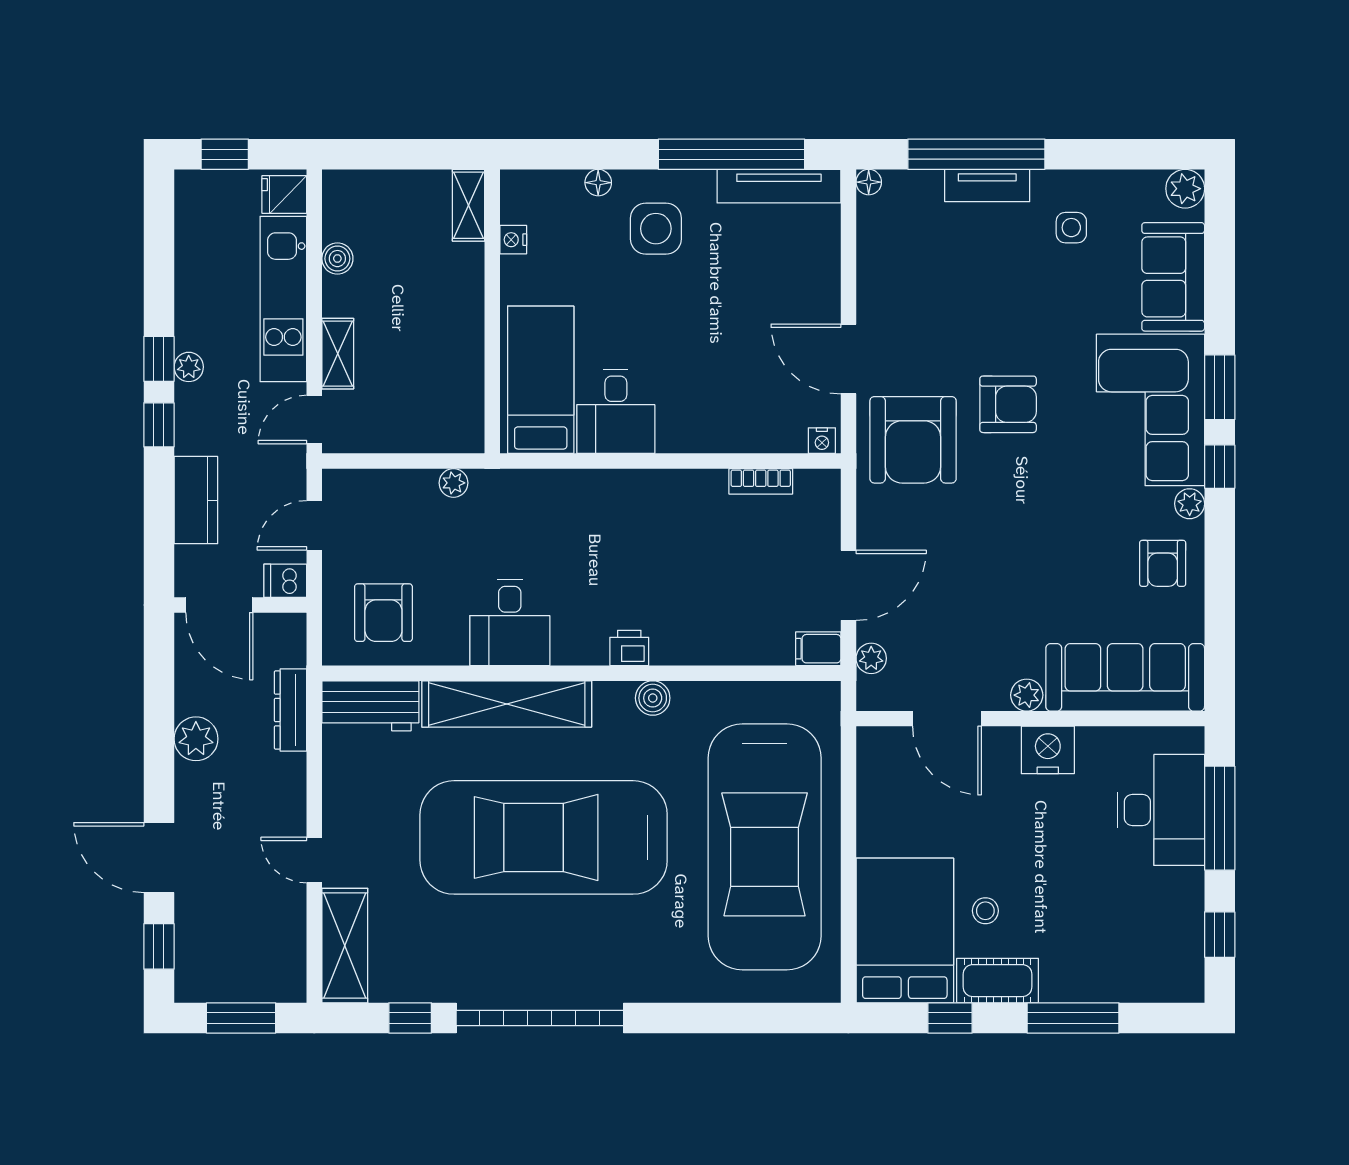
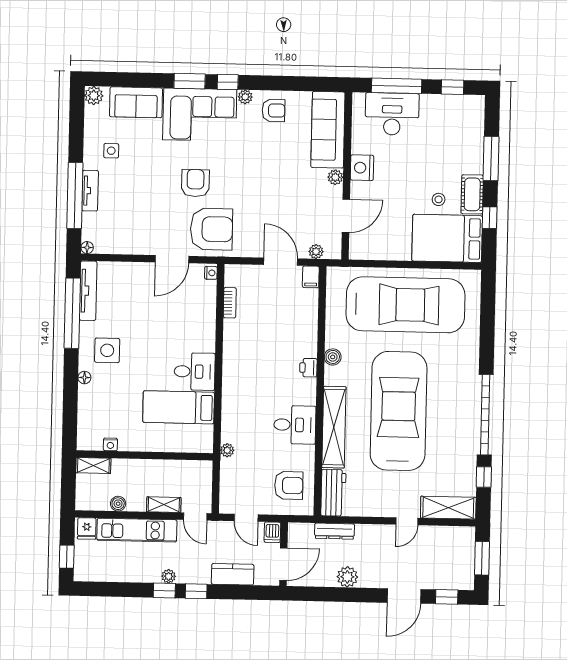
shelving: (469, 205) -> (93, 466), moved
nightstand: (513, 240) -> (110, 444), moved
wall: (492, 311) -> (145, 455), moved
car: (544, 837) -> (399, 411), turned 180

